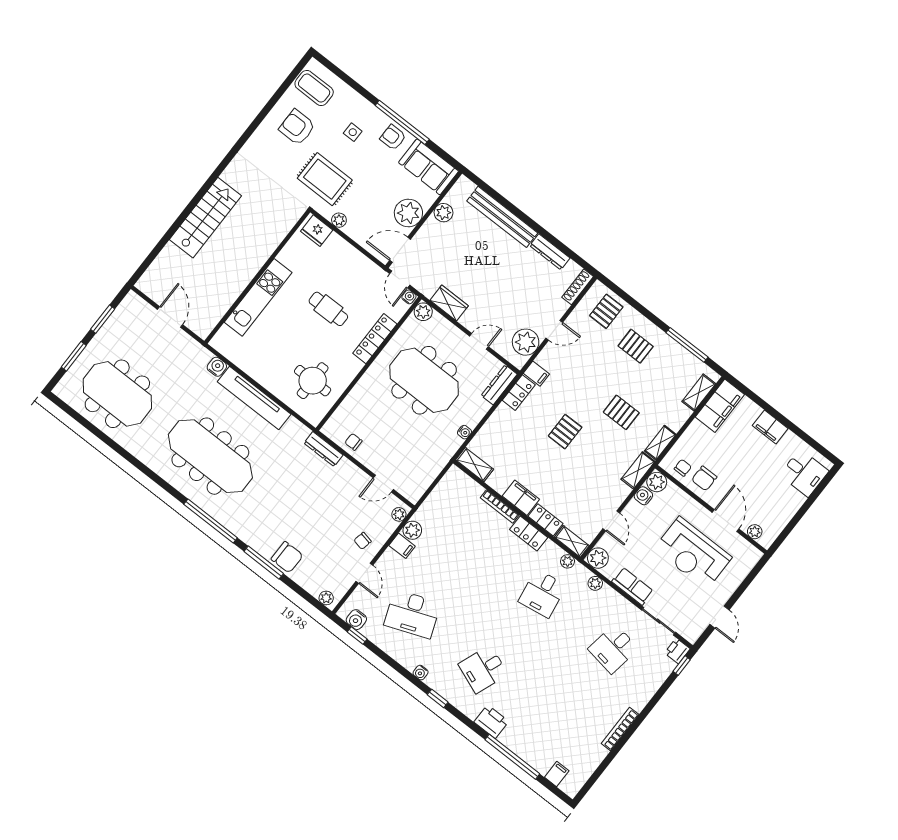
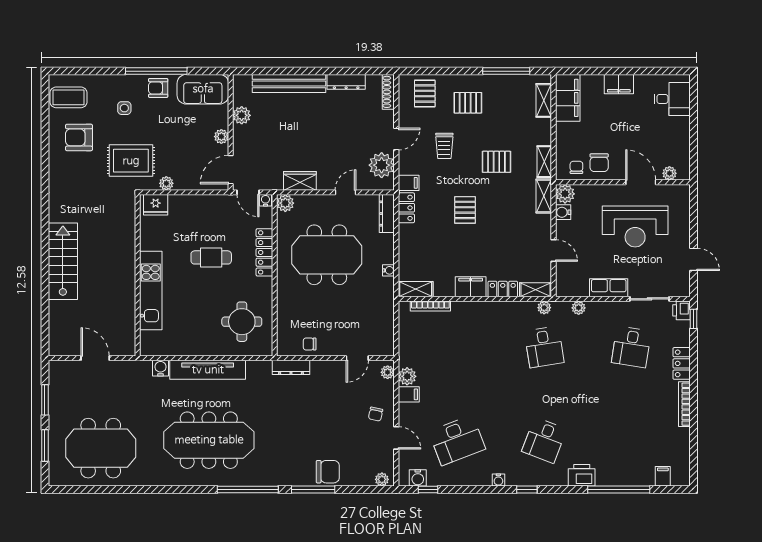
plant: (408, 213) -> (221, 137), width x0.53, depth x0.53
trolley: (589, 366) -> (444, 146), added
bookcase: (500, 506) -> (430, 306), moved
locker: (529, 533) -> (682, 363), moved, turned 90
plant: (598, 558) -> (565, 287), removed

